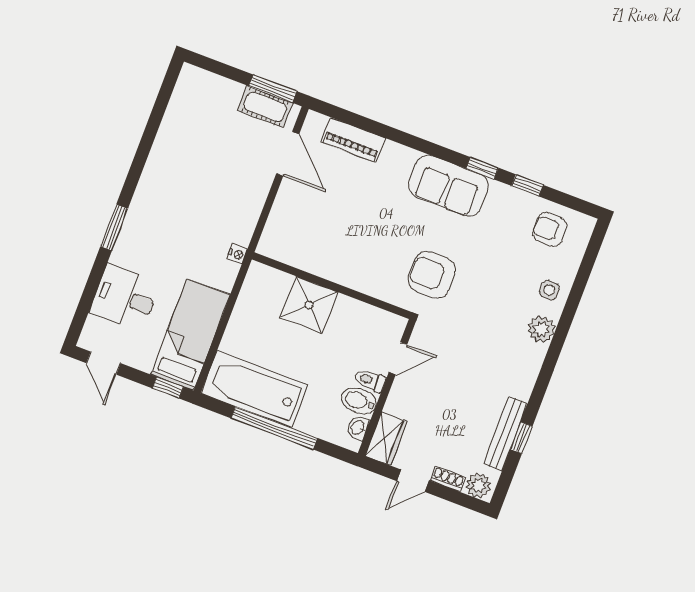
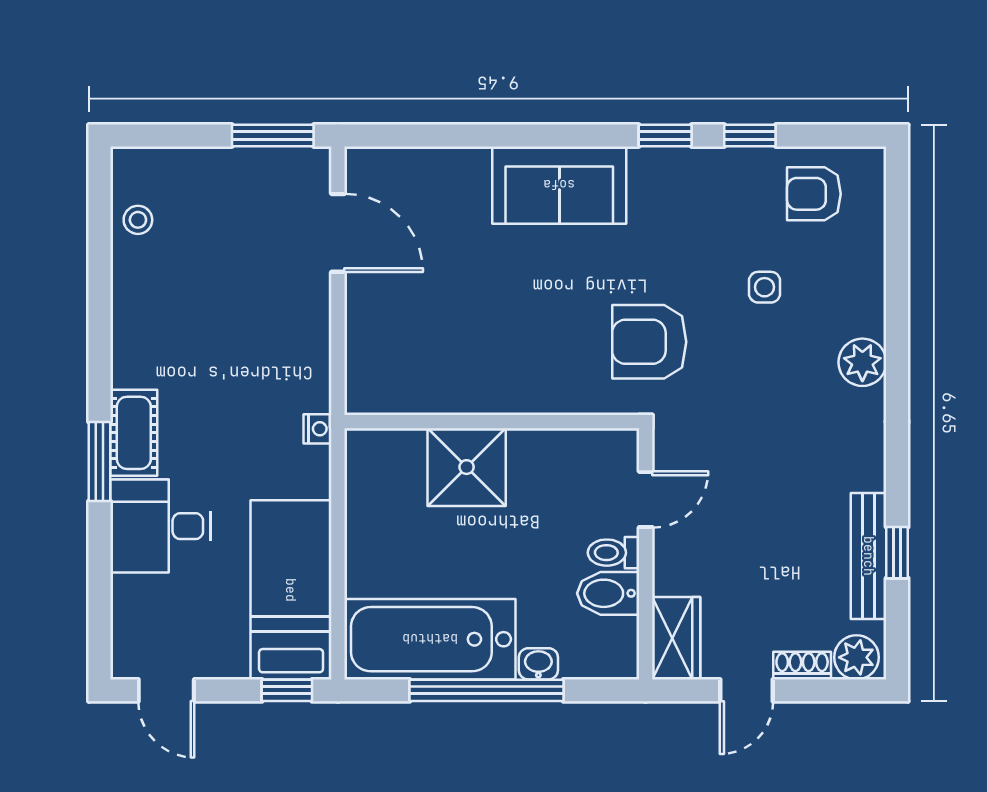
stool: (184, 106) -> (138, 220), added
cot: (265, 107) -> (134, 433), moved, turned 90
piano: (353, 140) -> (437, 170), removed
sofa: (449, 186) -> (559, 185), moved
side table: (549, 290) -> (765, 287), moved
desk: (125, 298) -> (161, 526), moved
washbasin: (358, 428) -> (538, 664), moved, turned 90

